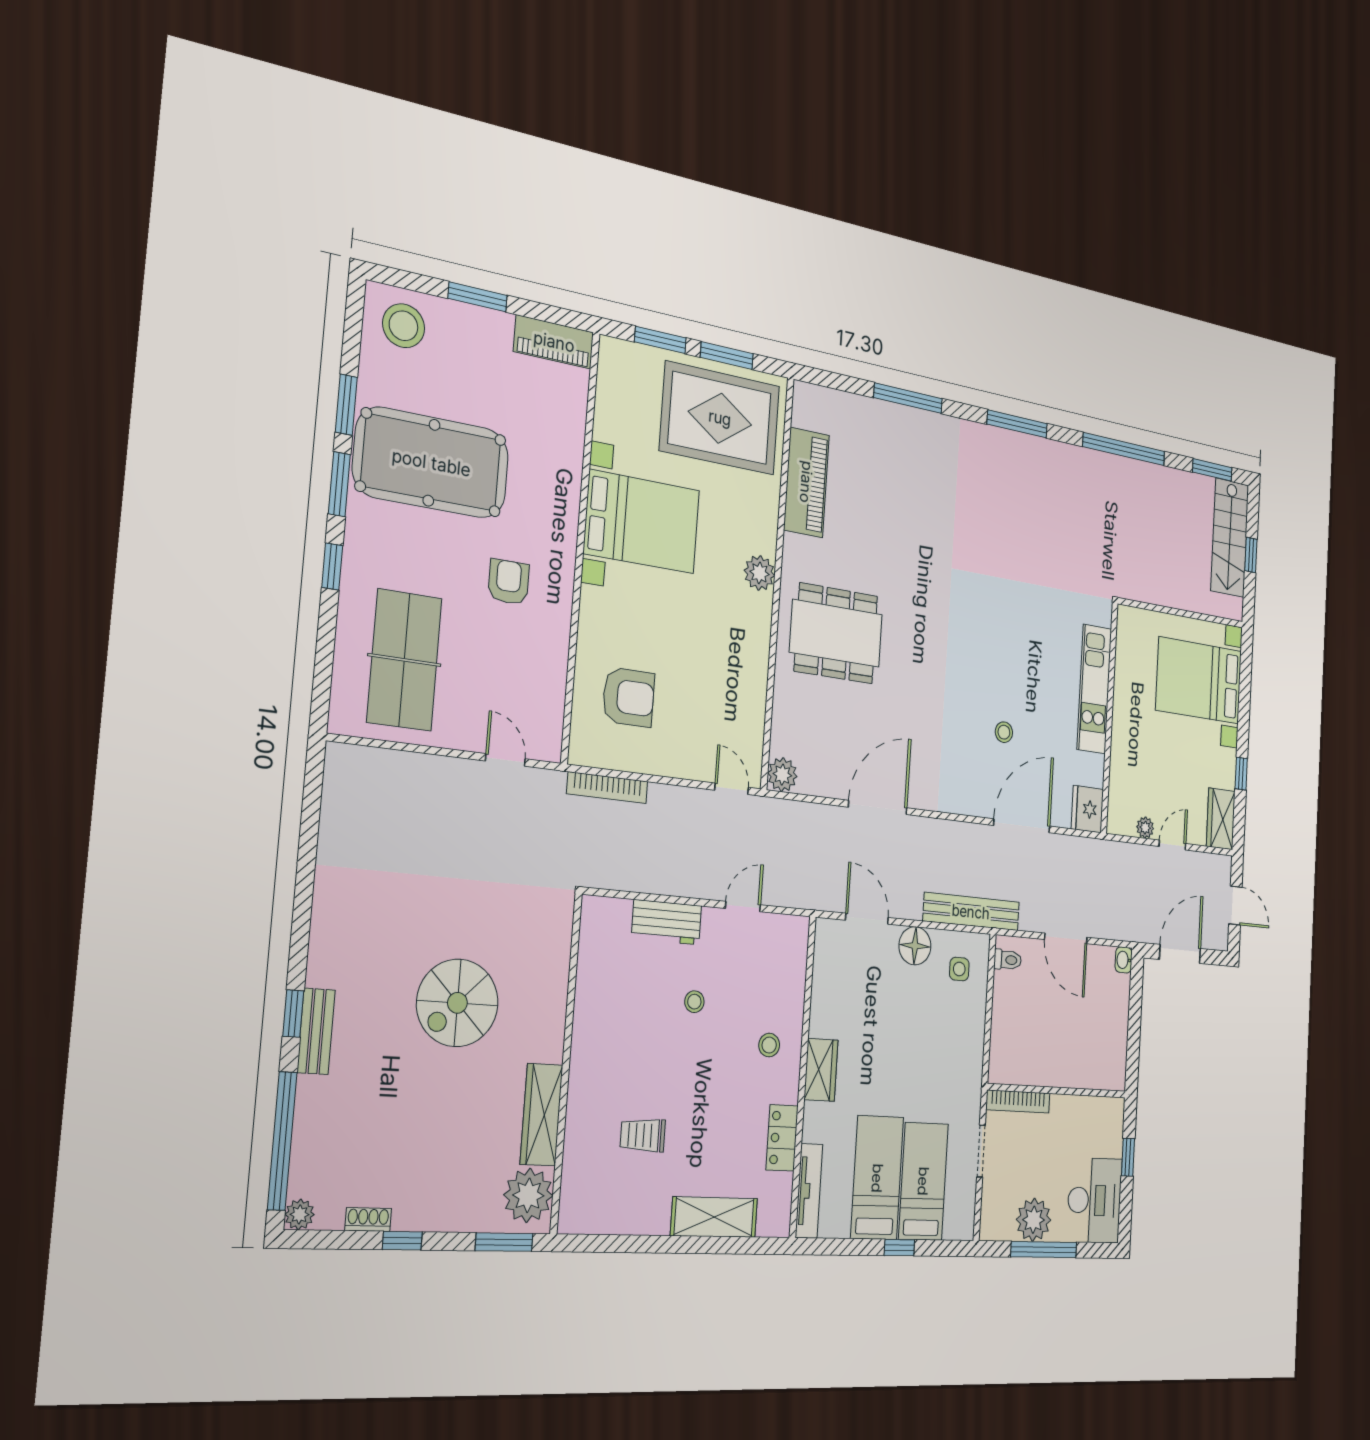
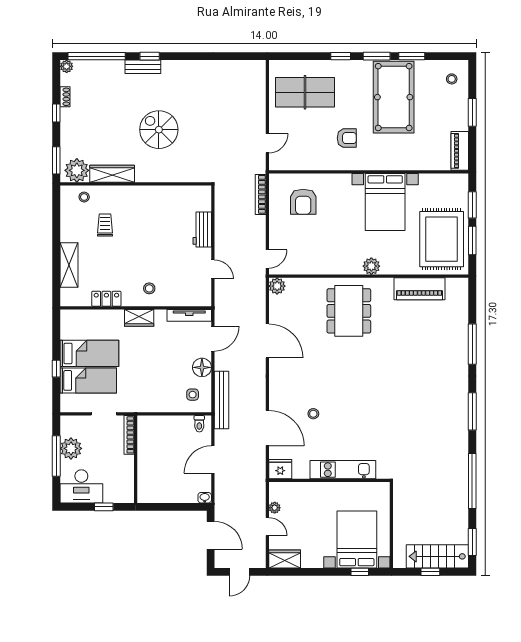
stool: (404, 326) -> (452, 79), width x0.53, depth x0.53
window: (1241, 774) -> (360, 572), moved
stool: (694, 1002) -> (84, 197), moved
tv unit: (809, 1191) -> (189, 315), moved

